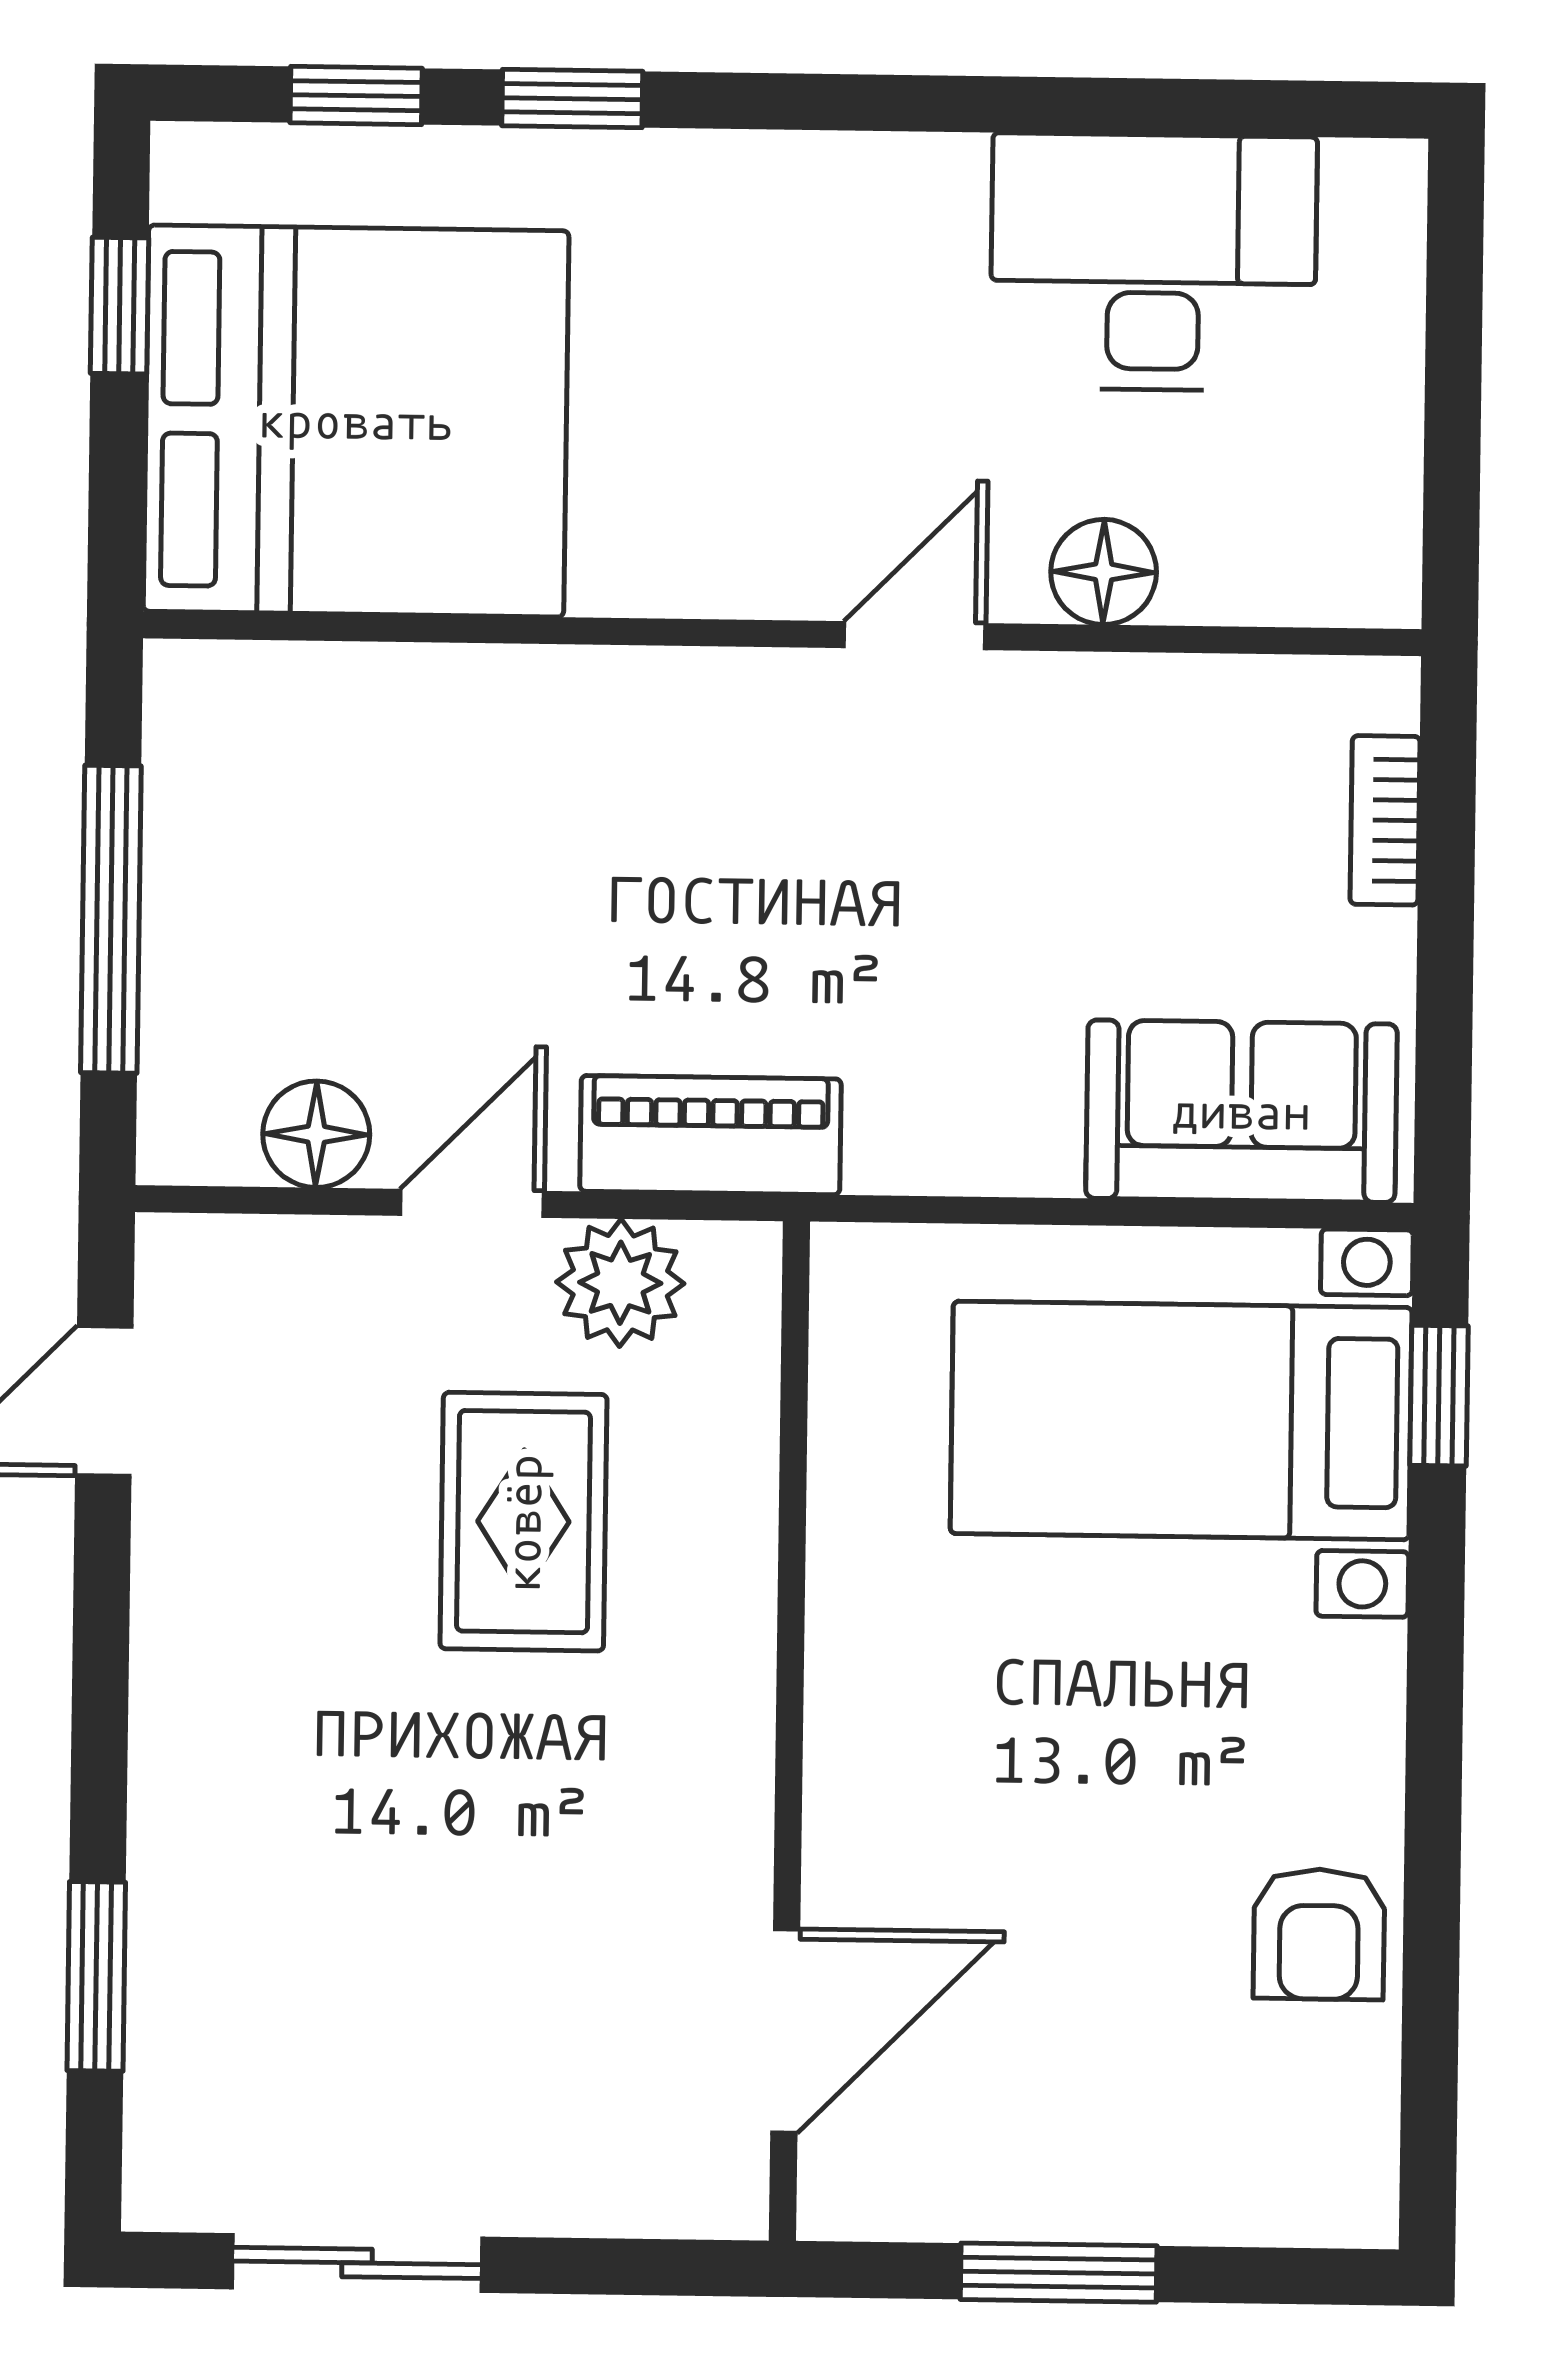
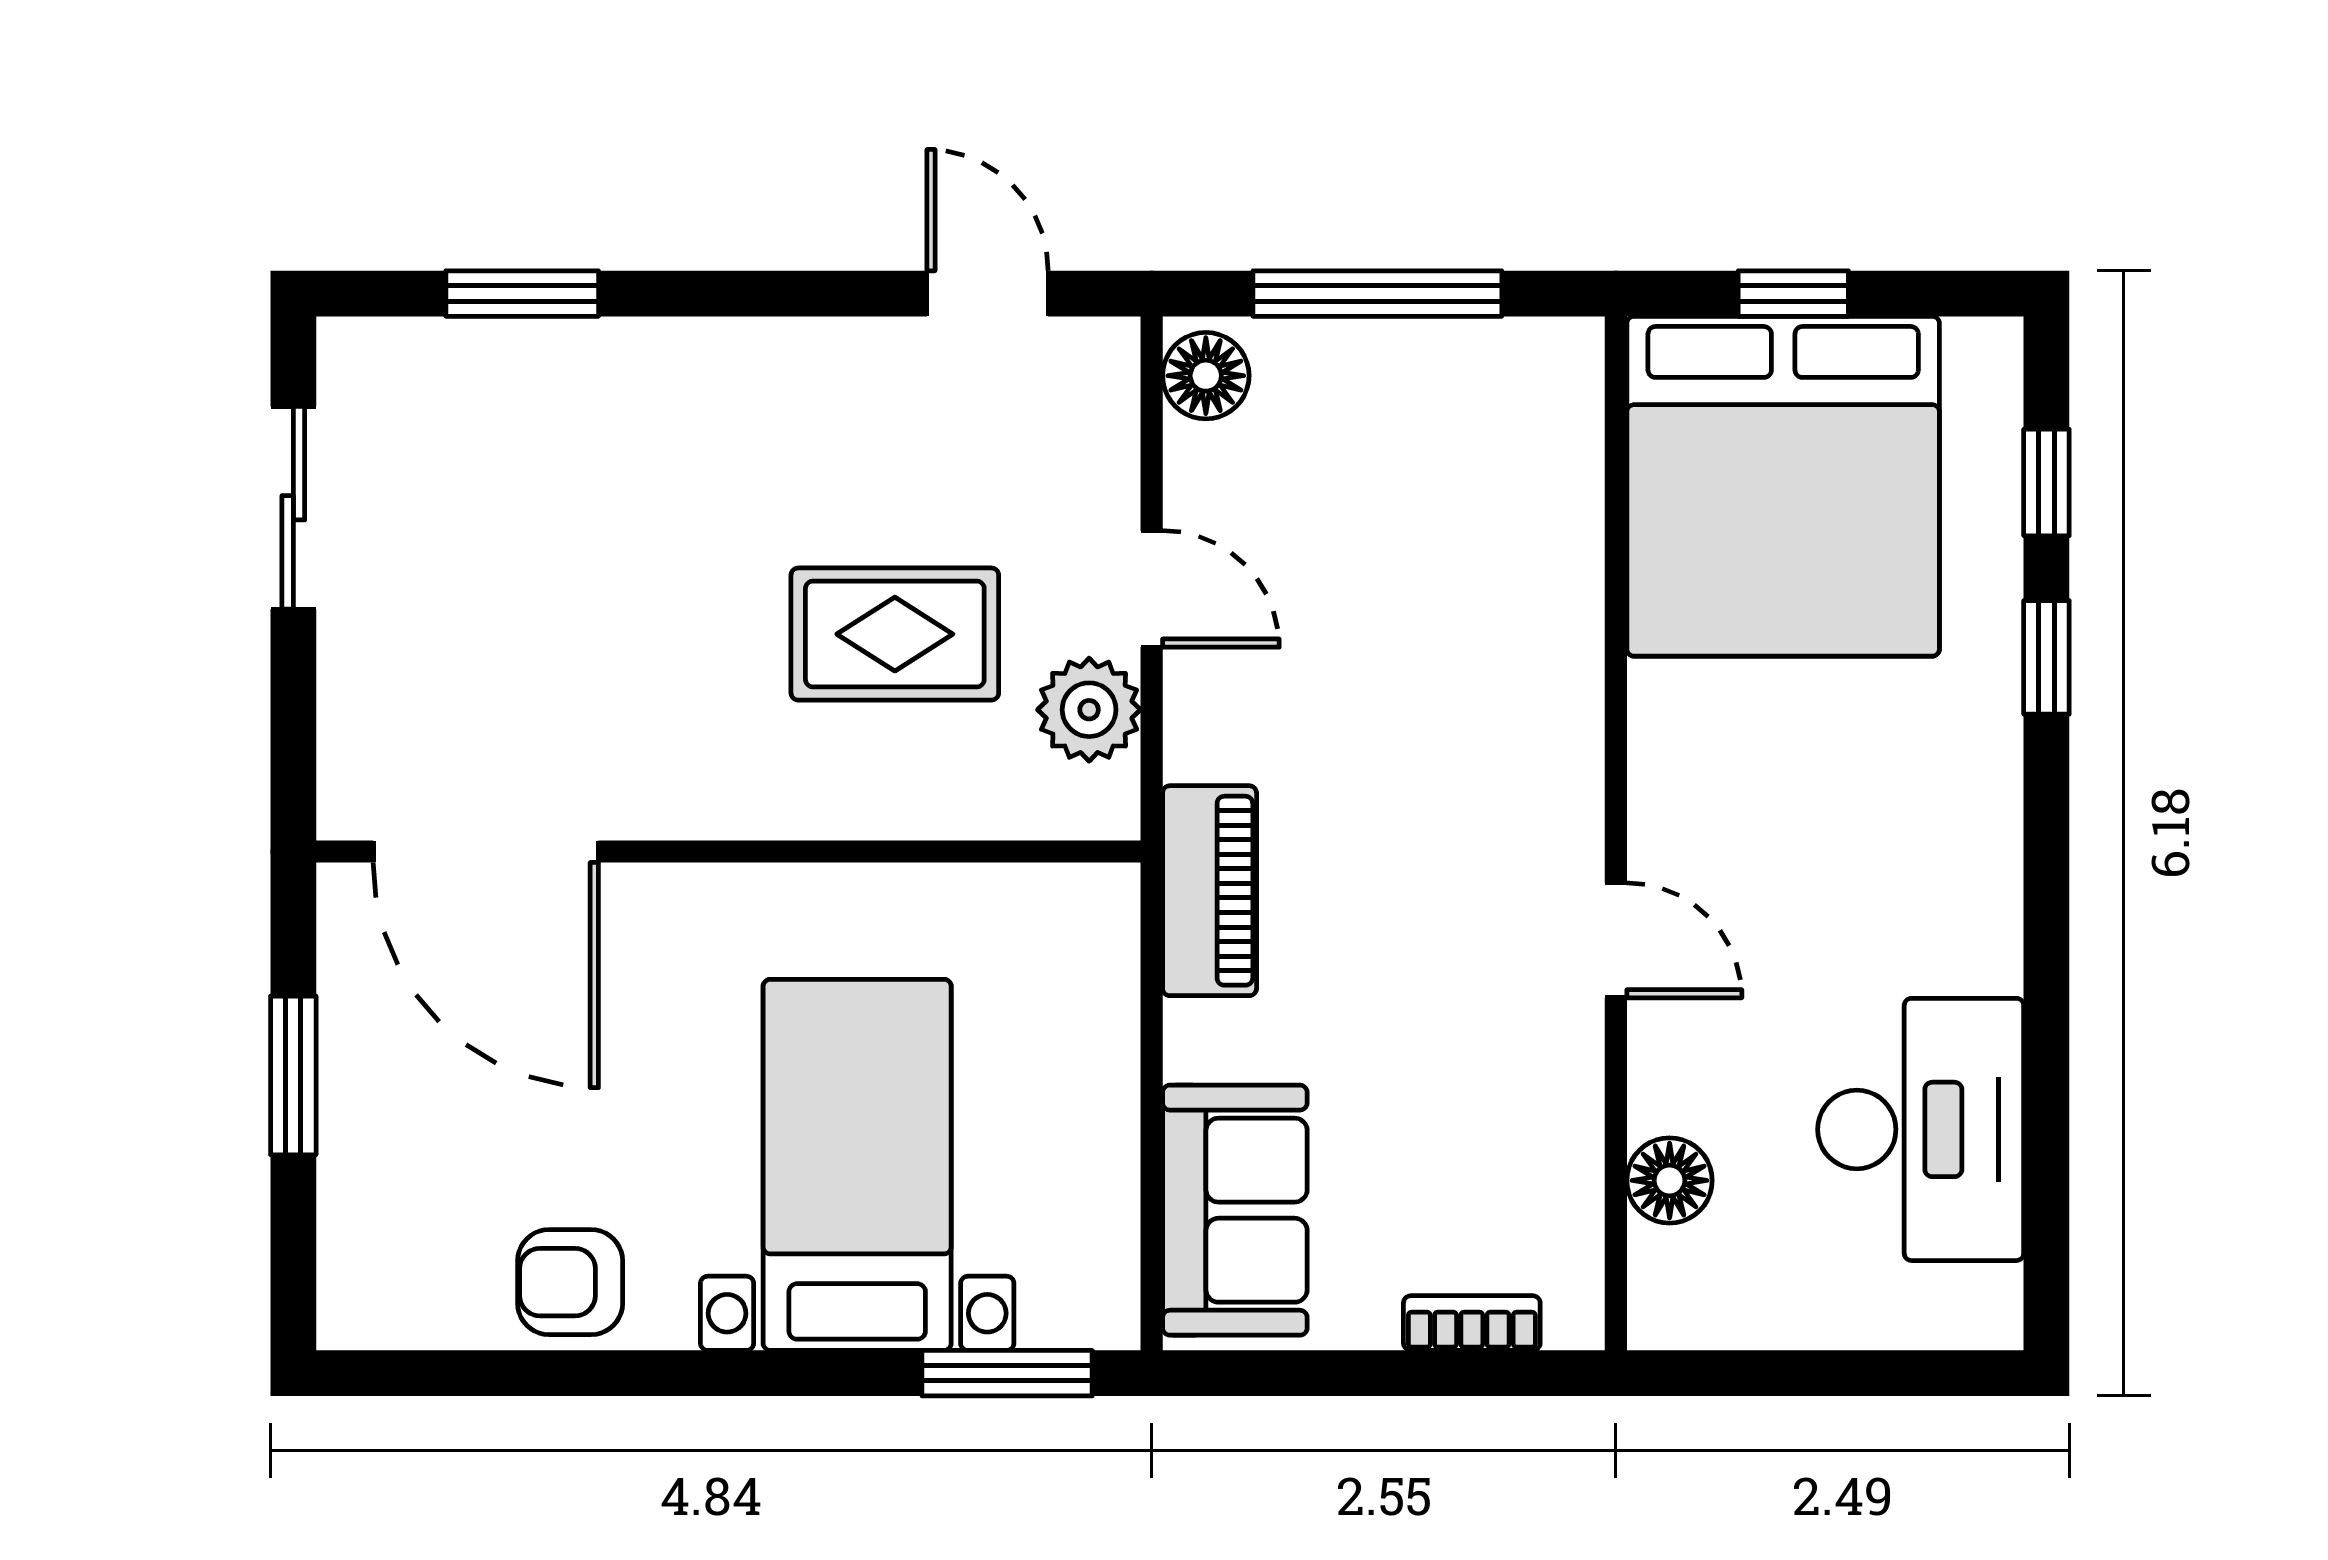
window: (120, 306) -> (1793, 294), moved
floor lamp: (1104, 572) -> (1670, 1180), moved
floor lamp: (316, 1134) -> (1206, 376), moved
piano: (710, 1135) -> (1210, 891), moved
window: (1439, 1396) -> (1007, 1373), width x1.50
bed with nightstands: (1181, 1421) -> (857, 1165), moved
door: (785, 2031) -> (486, 852), width x1.36

